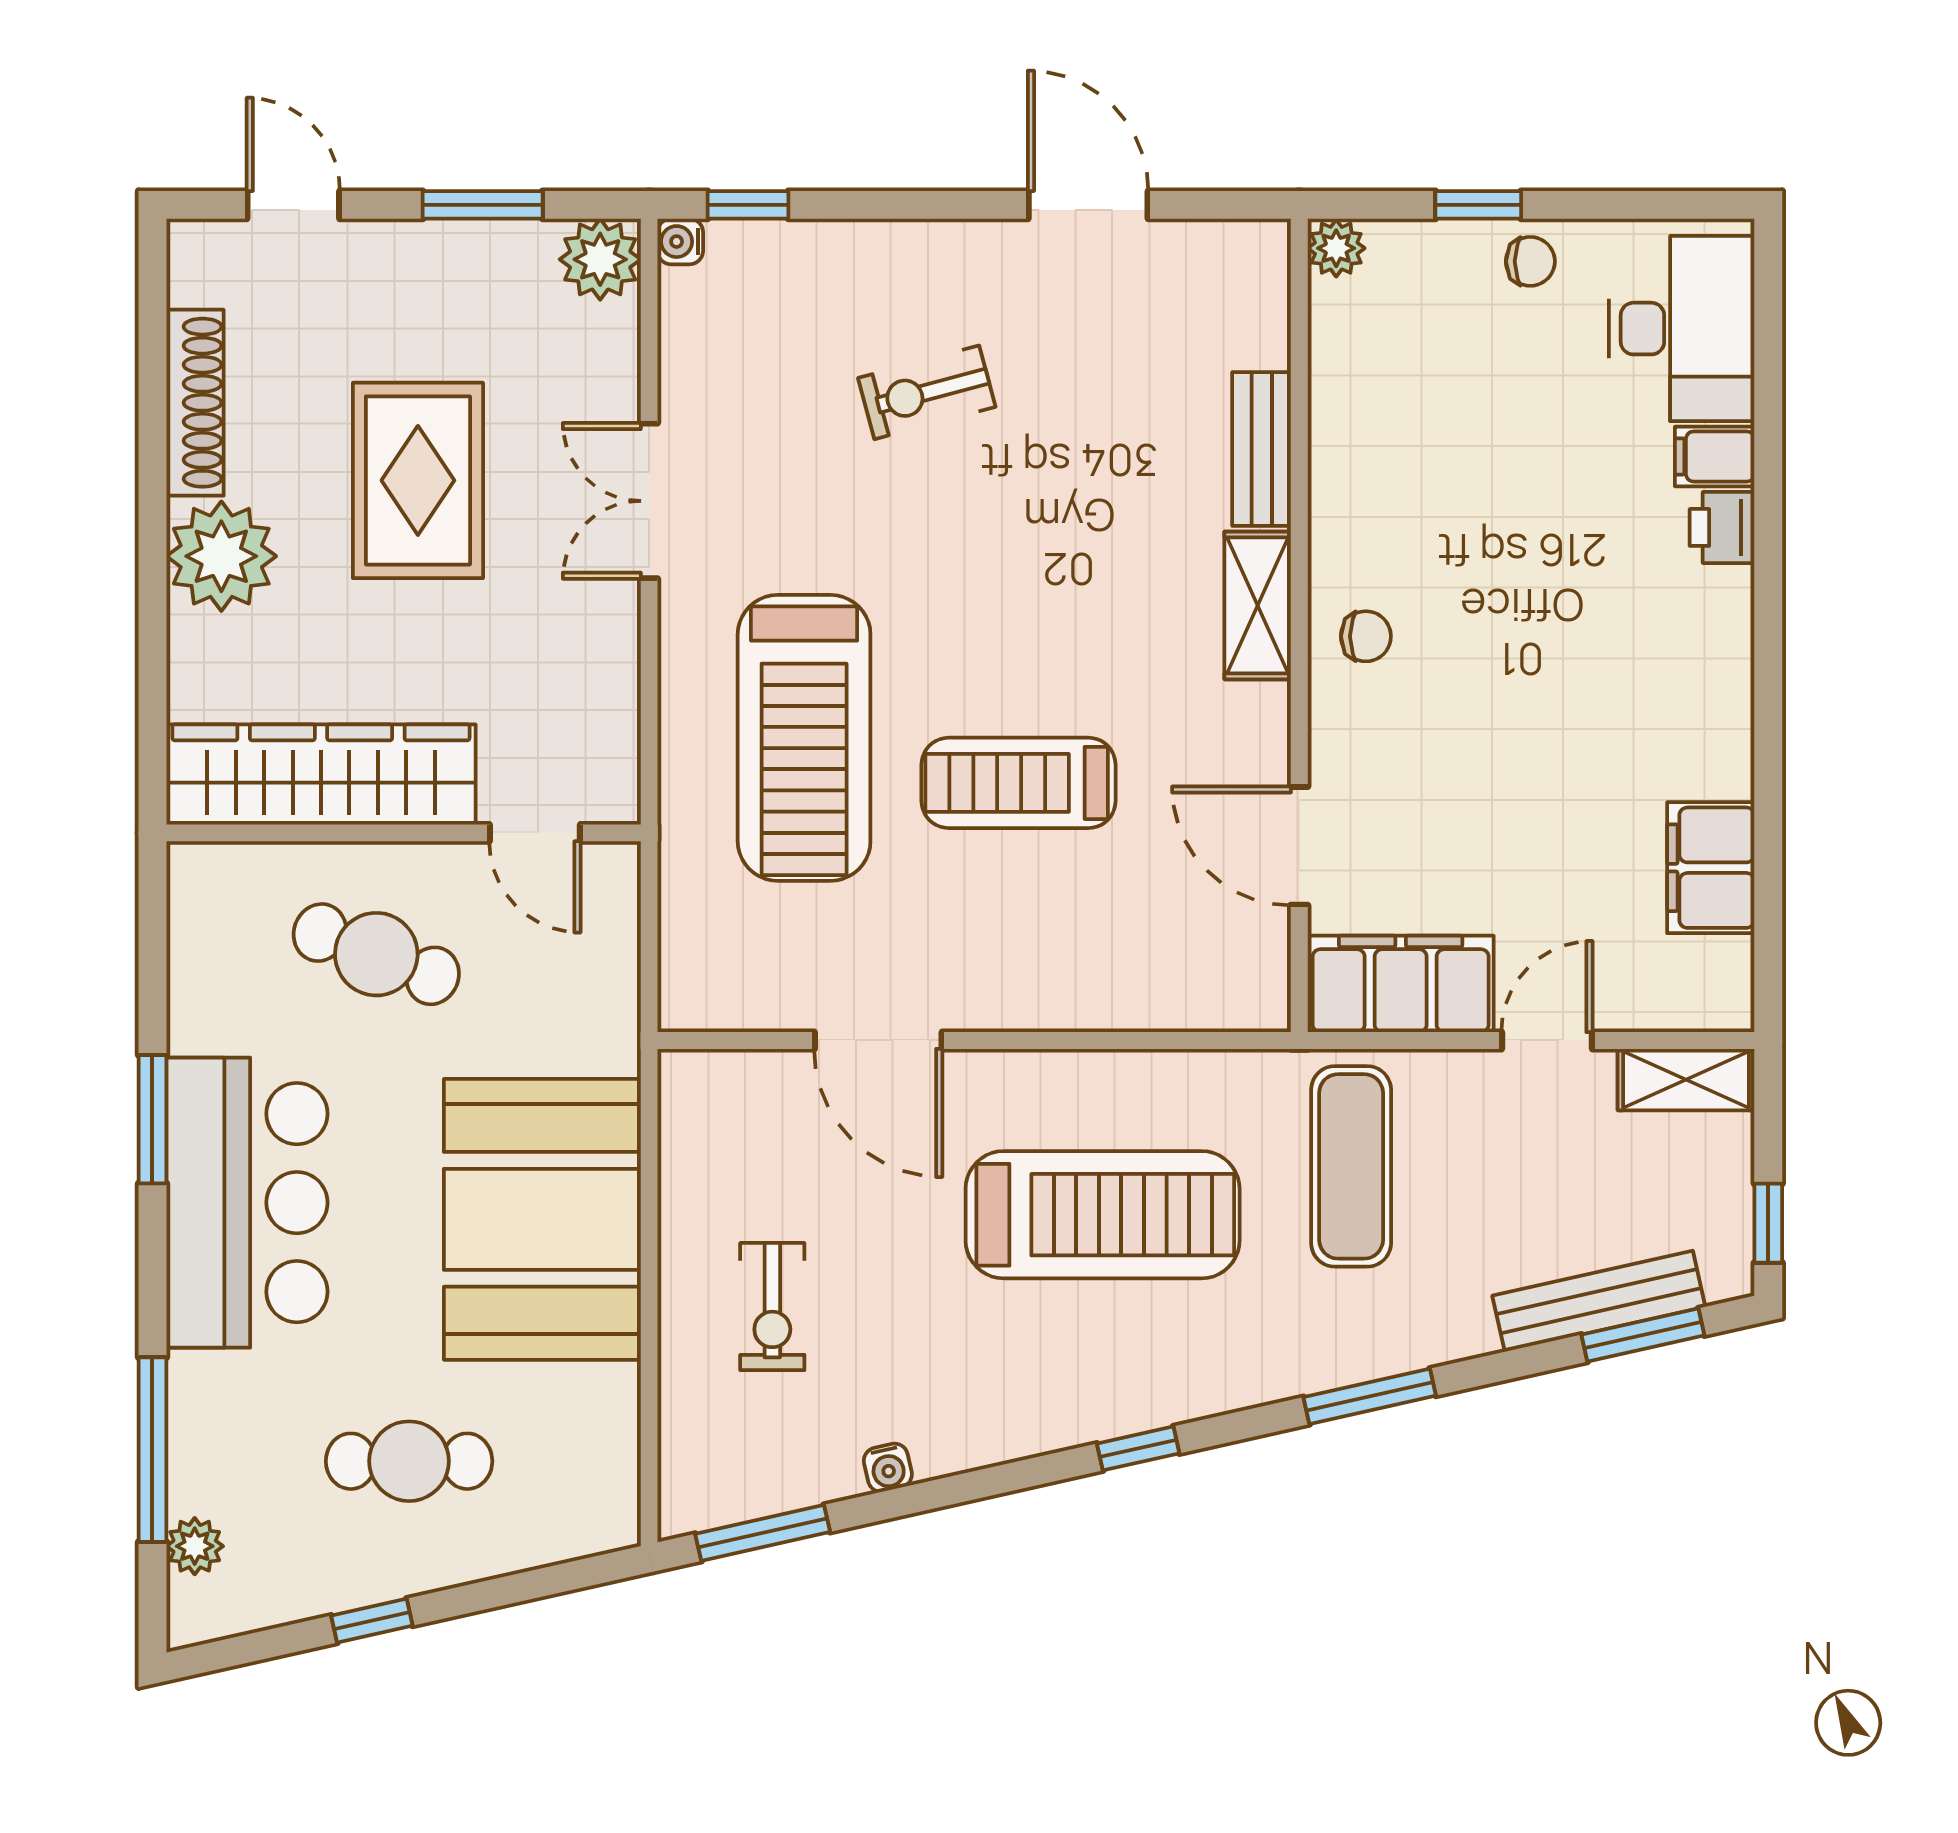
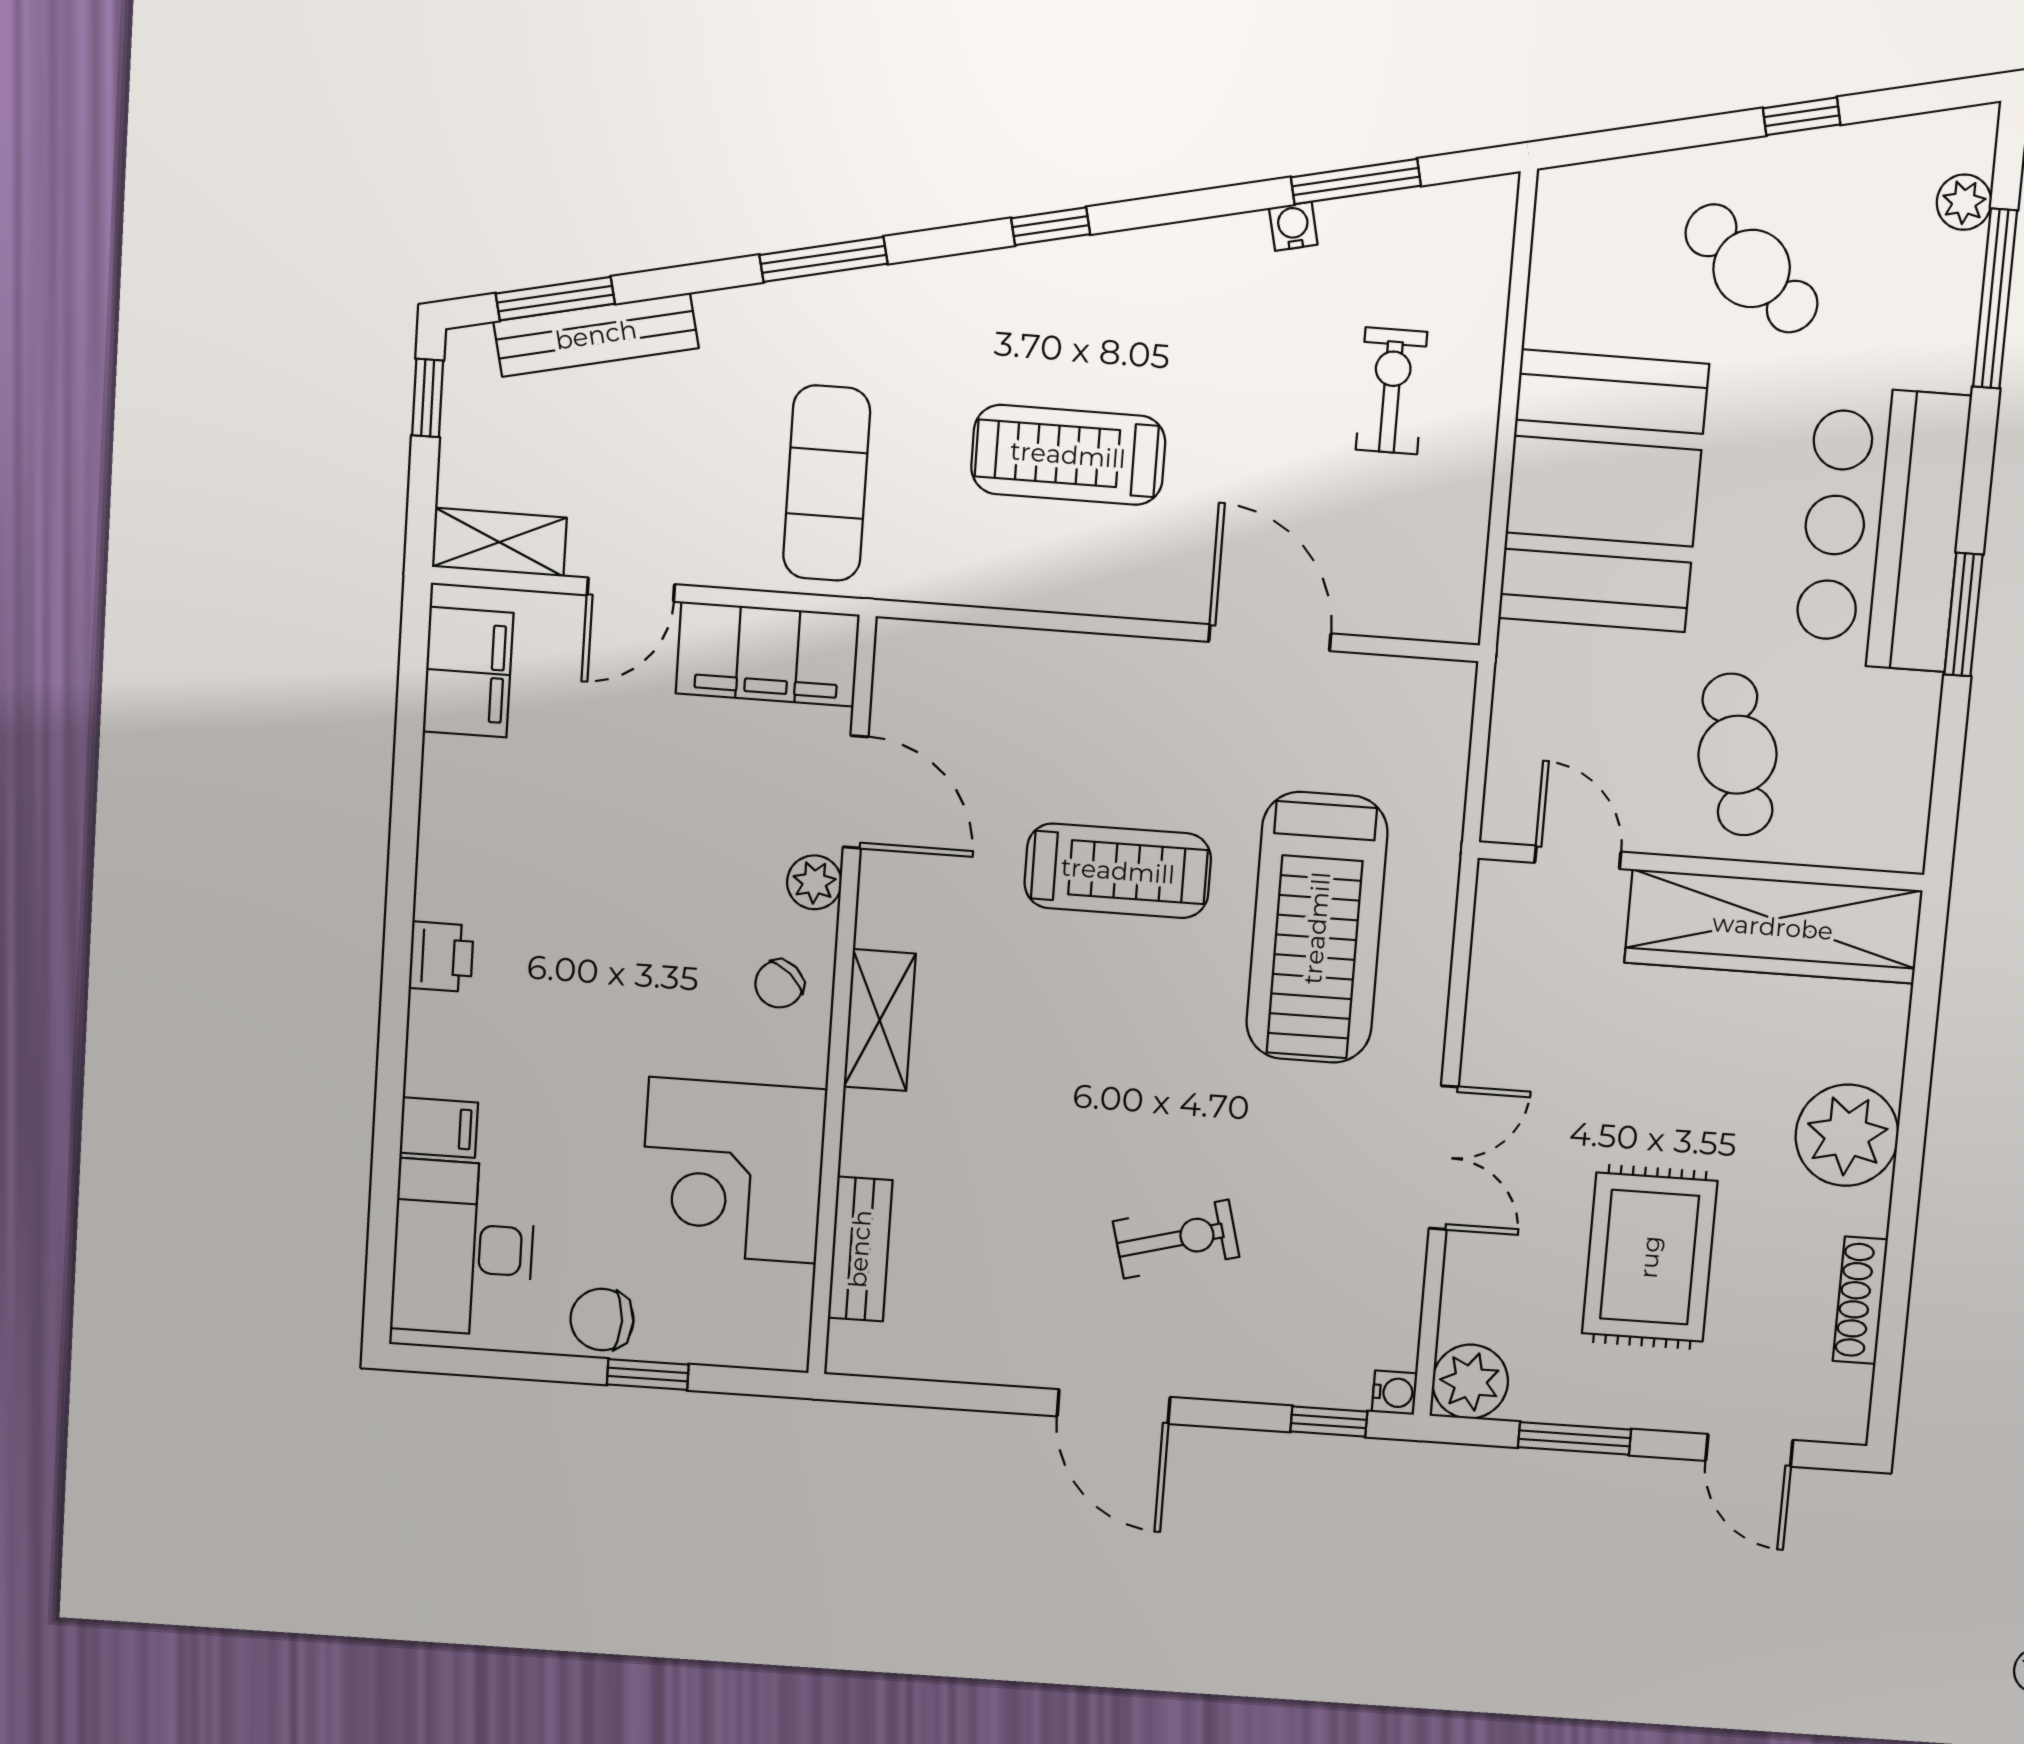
door: (1088, 205) -> (1114, 1407), moved
plant: (1336, 248) -> (814, 882), moved
chair: (1530, 261) -> (602, 1320), width x1.37, depth x1.37
shoe rack: (195, 403) -> (1860, 1300), width x0.74, depth x0.81
corner desk: (1402, 433) -> (733, 1170), added
bench: (1262, 449) -> (860, 1249), moved
rug: (418, 480) -> (1650, 1257), moved
printer: (1722, 527) -> (441, 957), moved
chair: (1366, 636) -> (779, 984), turned -48
treadmill: (804, 738) -> (1317, 928), turned 180
filing cabinet: (1711, 868) -> (468, 672), moved
cafe table: (376, 954) -> (1738, 755), turned 56
treadmill: (1103, 1215) -> (1068, 455), width x0.73, depth x0.73
cafe table: (409, 1461) -> (1752, 268), turned 38
window: (763, 1533) -> (1356, 181), moved

